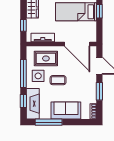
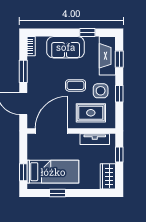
door: (77, 44) -> (51, 131), hinge flipped
window: (23, 74) -> (119, 94), width x0.46
window: (49, 122) -> (87, 33), width x0.46

